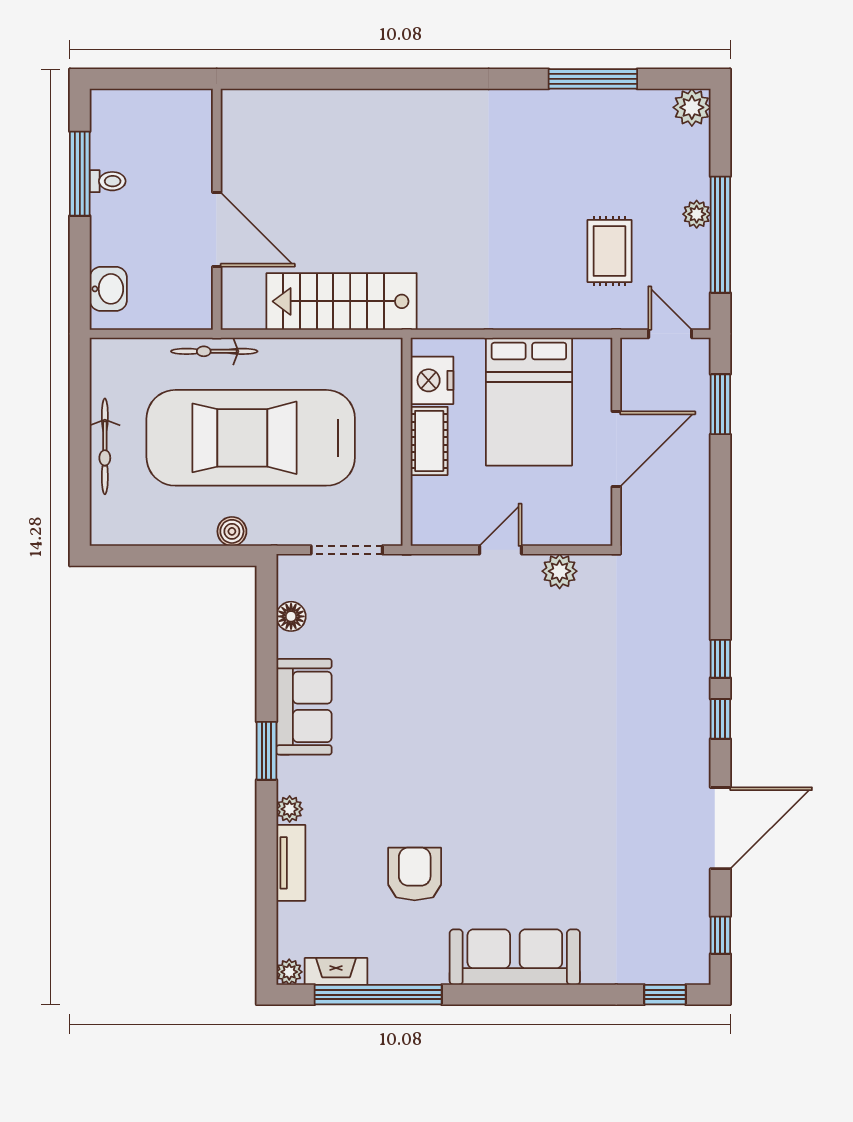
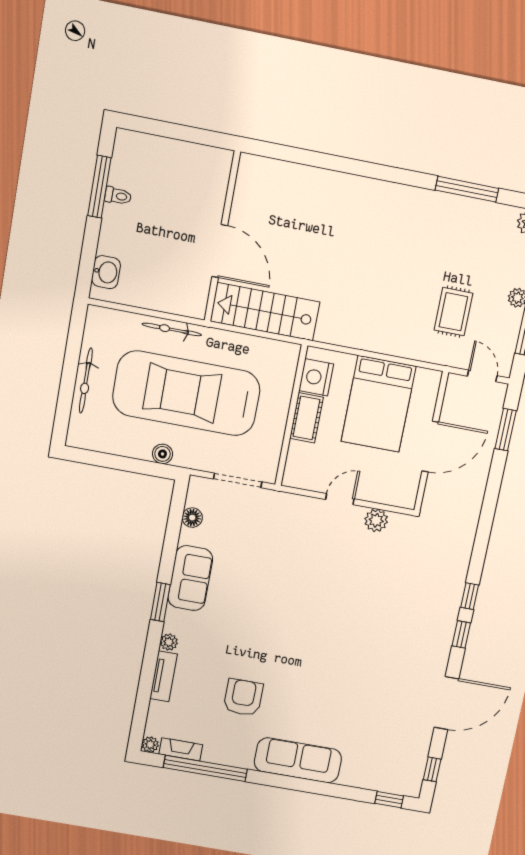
wall: (217, 209) -> (222, 237), moved
door: (217, 230) -> (220, 251), moved

